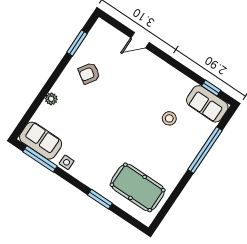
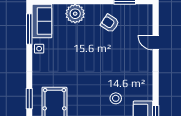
plant: (51, 99) -> (75, 14), width x1.88, depth x1.88
window: (100, 199) -> (29, 99), moved

